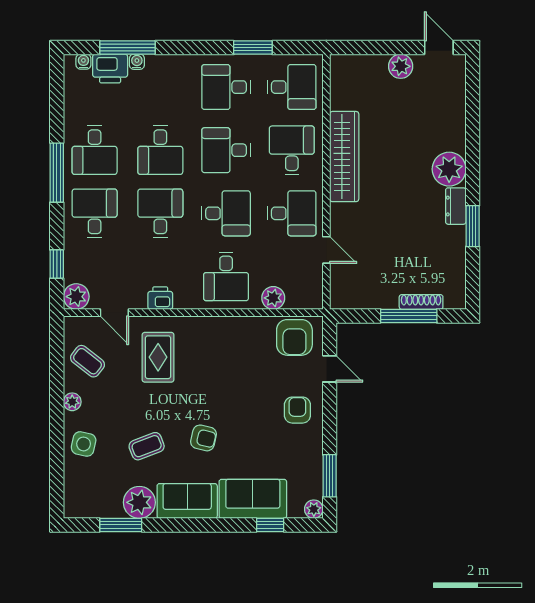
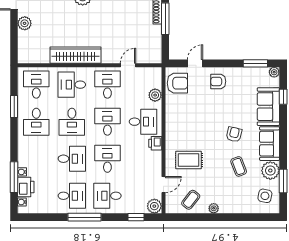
desk: (160, 213) -> (107, 159), turned 90
printer: (160, 298) -> (155, 143), moved
side table: (84, 444) -> (265, 196), moved

